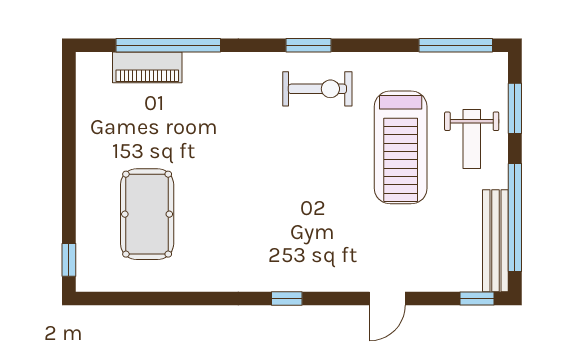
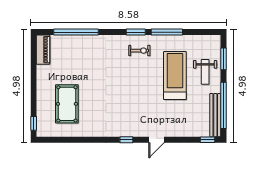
window: (456, 45) -> (167, 32), moved
piano: (147, 67) -> (43, 50), moved, turned -90
exercise bike: (317, 89) -> (139, 51), width x0.73, depth x0.72
treadmill: (401, 147) -> (175, 75), turned 180
door: (387, 299) -> (157, 140), moved

